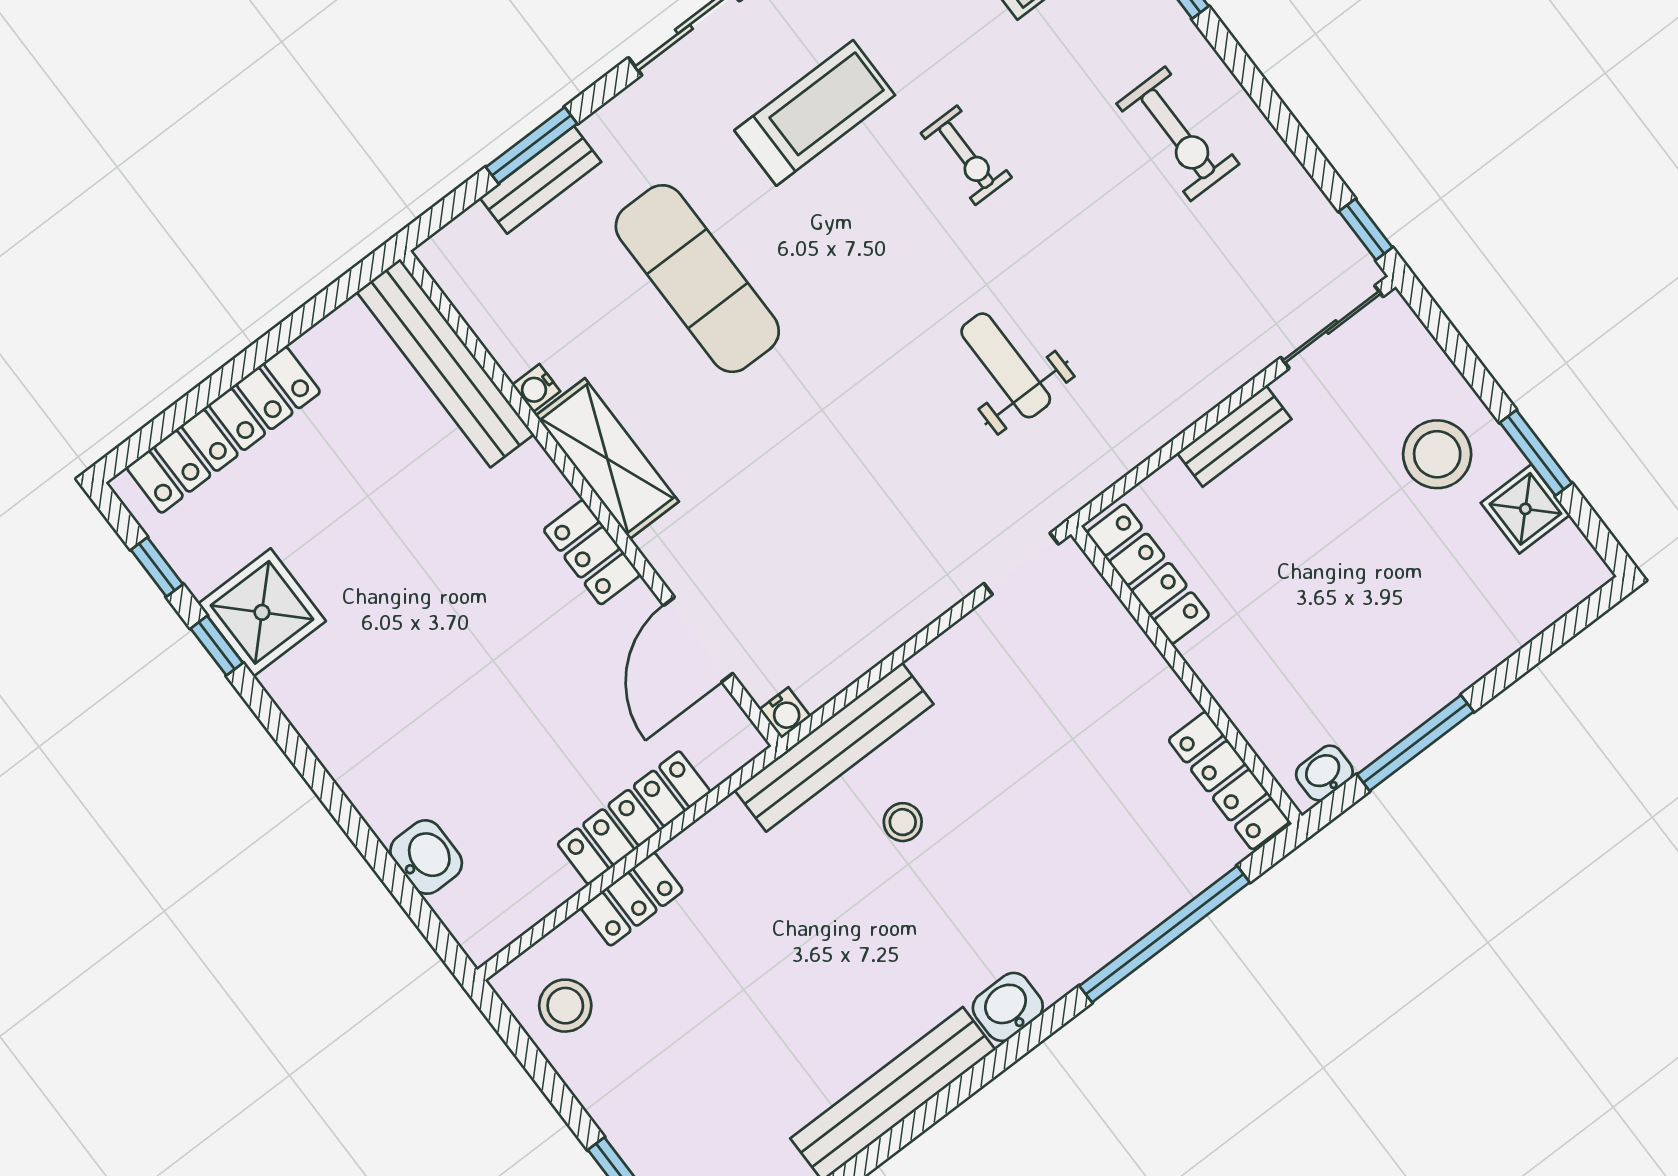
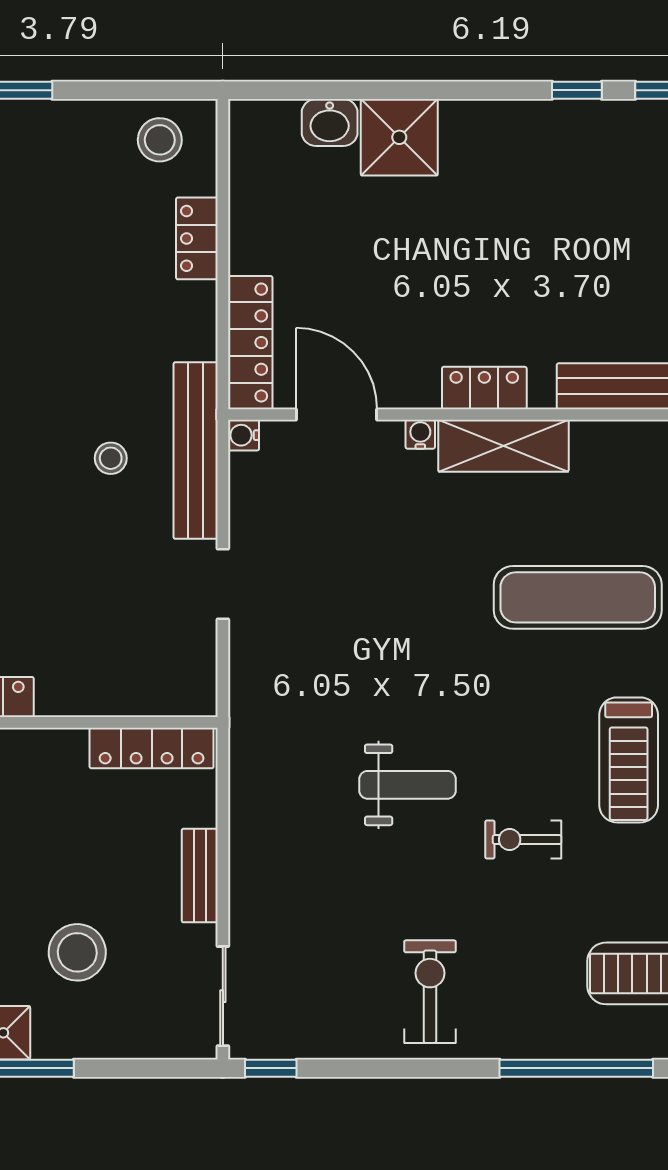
exercise bike: (1178, 134) -> (430, 992), turned 90
weight bench: (1006, 365) -> (407, 785), moved
water cooler: (536, 388) -> (420, 434), moved
stool: (1437, 454) -> (77, 952), moved
locker: (592, 552) -> (484, 388), moved
doorway: (1021, 564) -> (223, 584), moved
shower: (262, 612) -> (399, 137), moved
locker: (634, 818) -> (250, 343), moved

